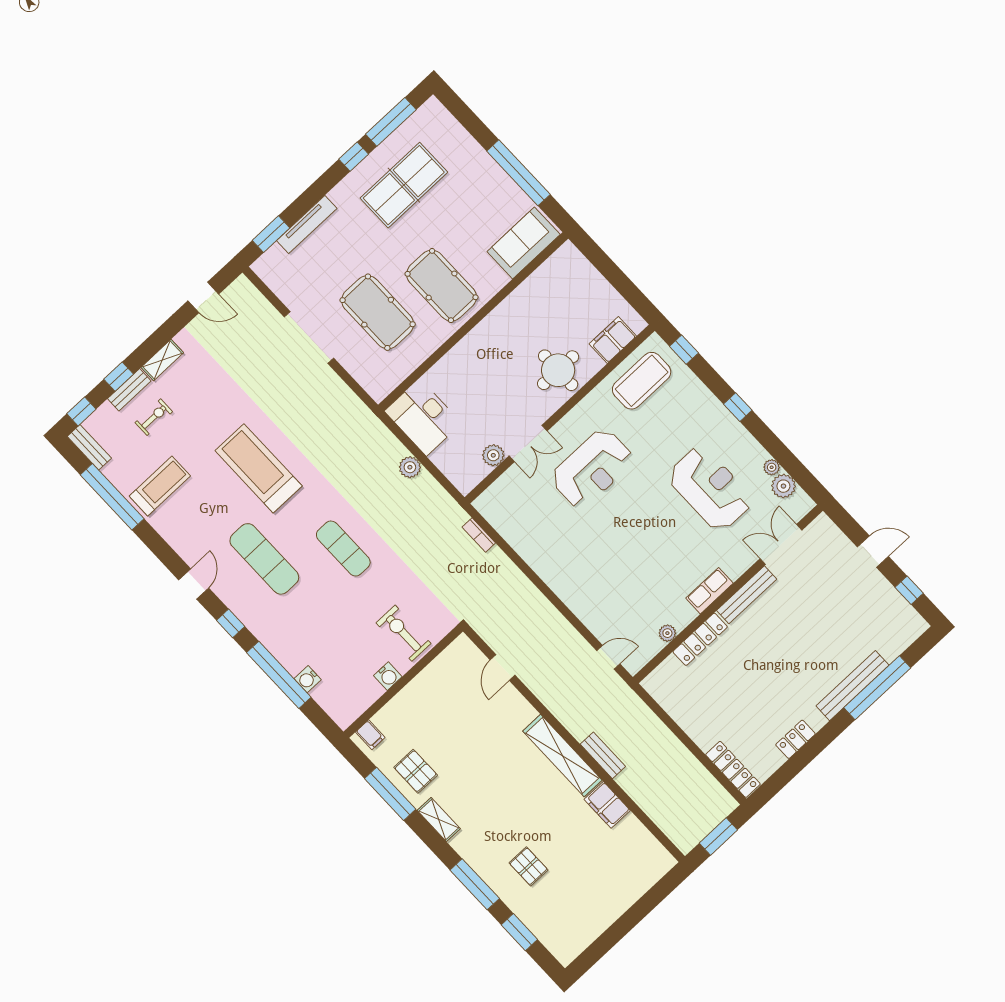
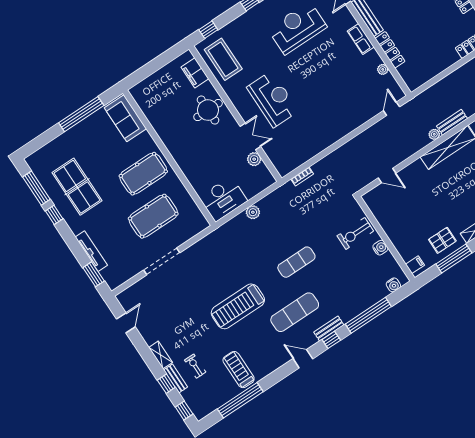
bench: (89, 447) -> (329, 329), moved
water cooler: (308, 679) -> (393, 285), moved
plant: (579, 731) -> (434, 134), added

